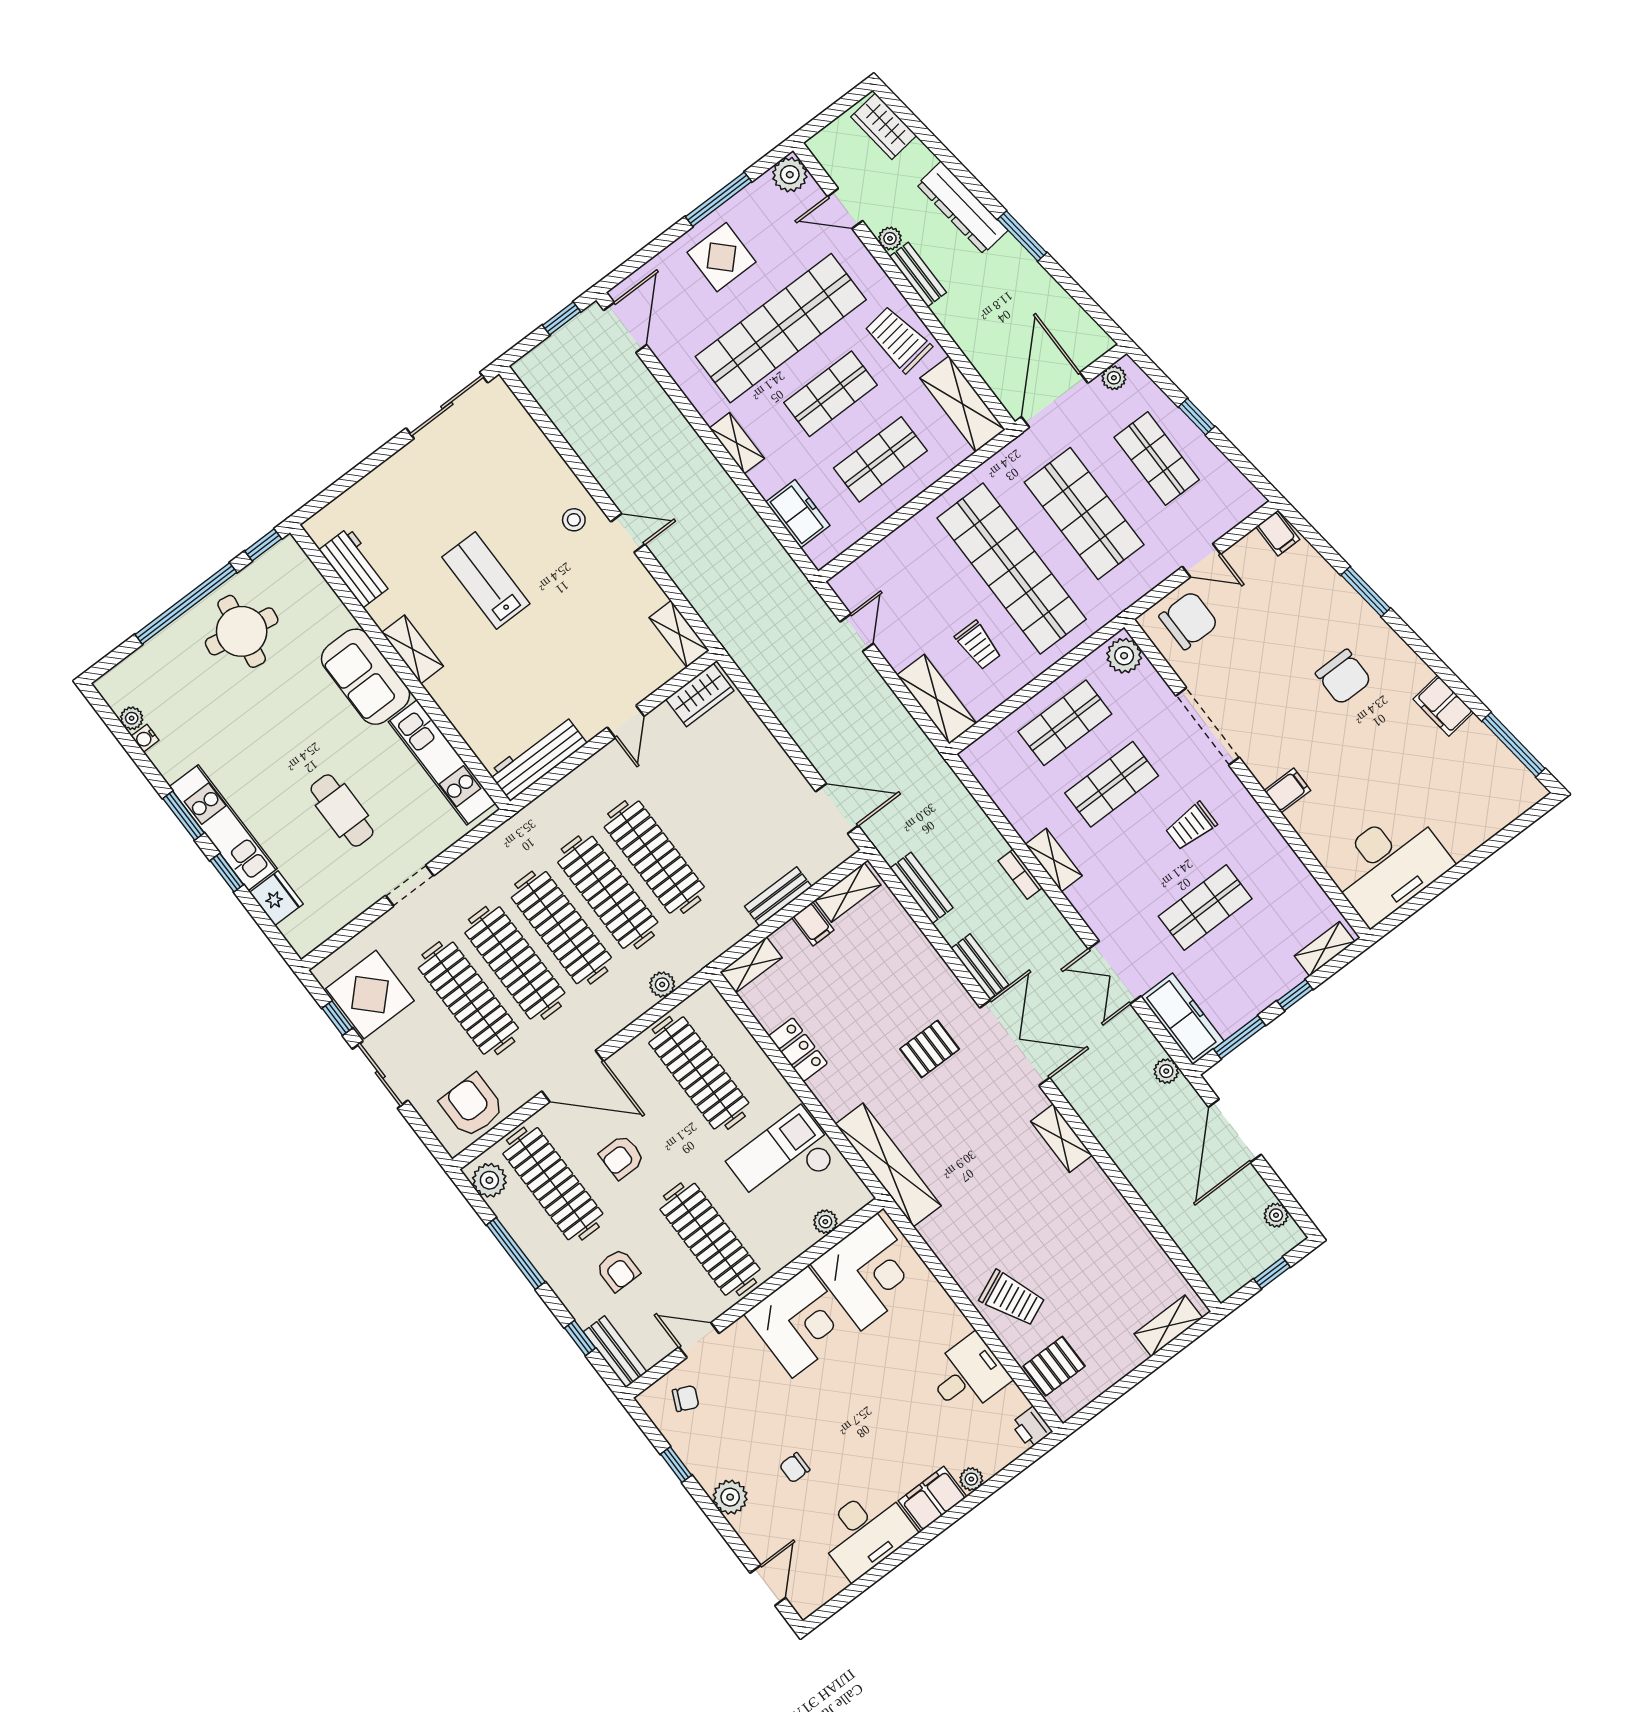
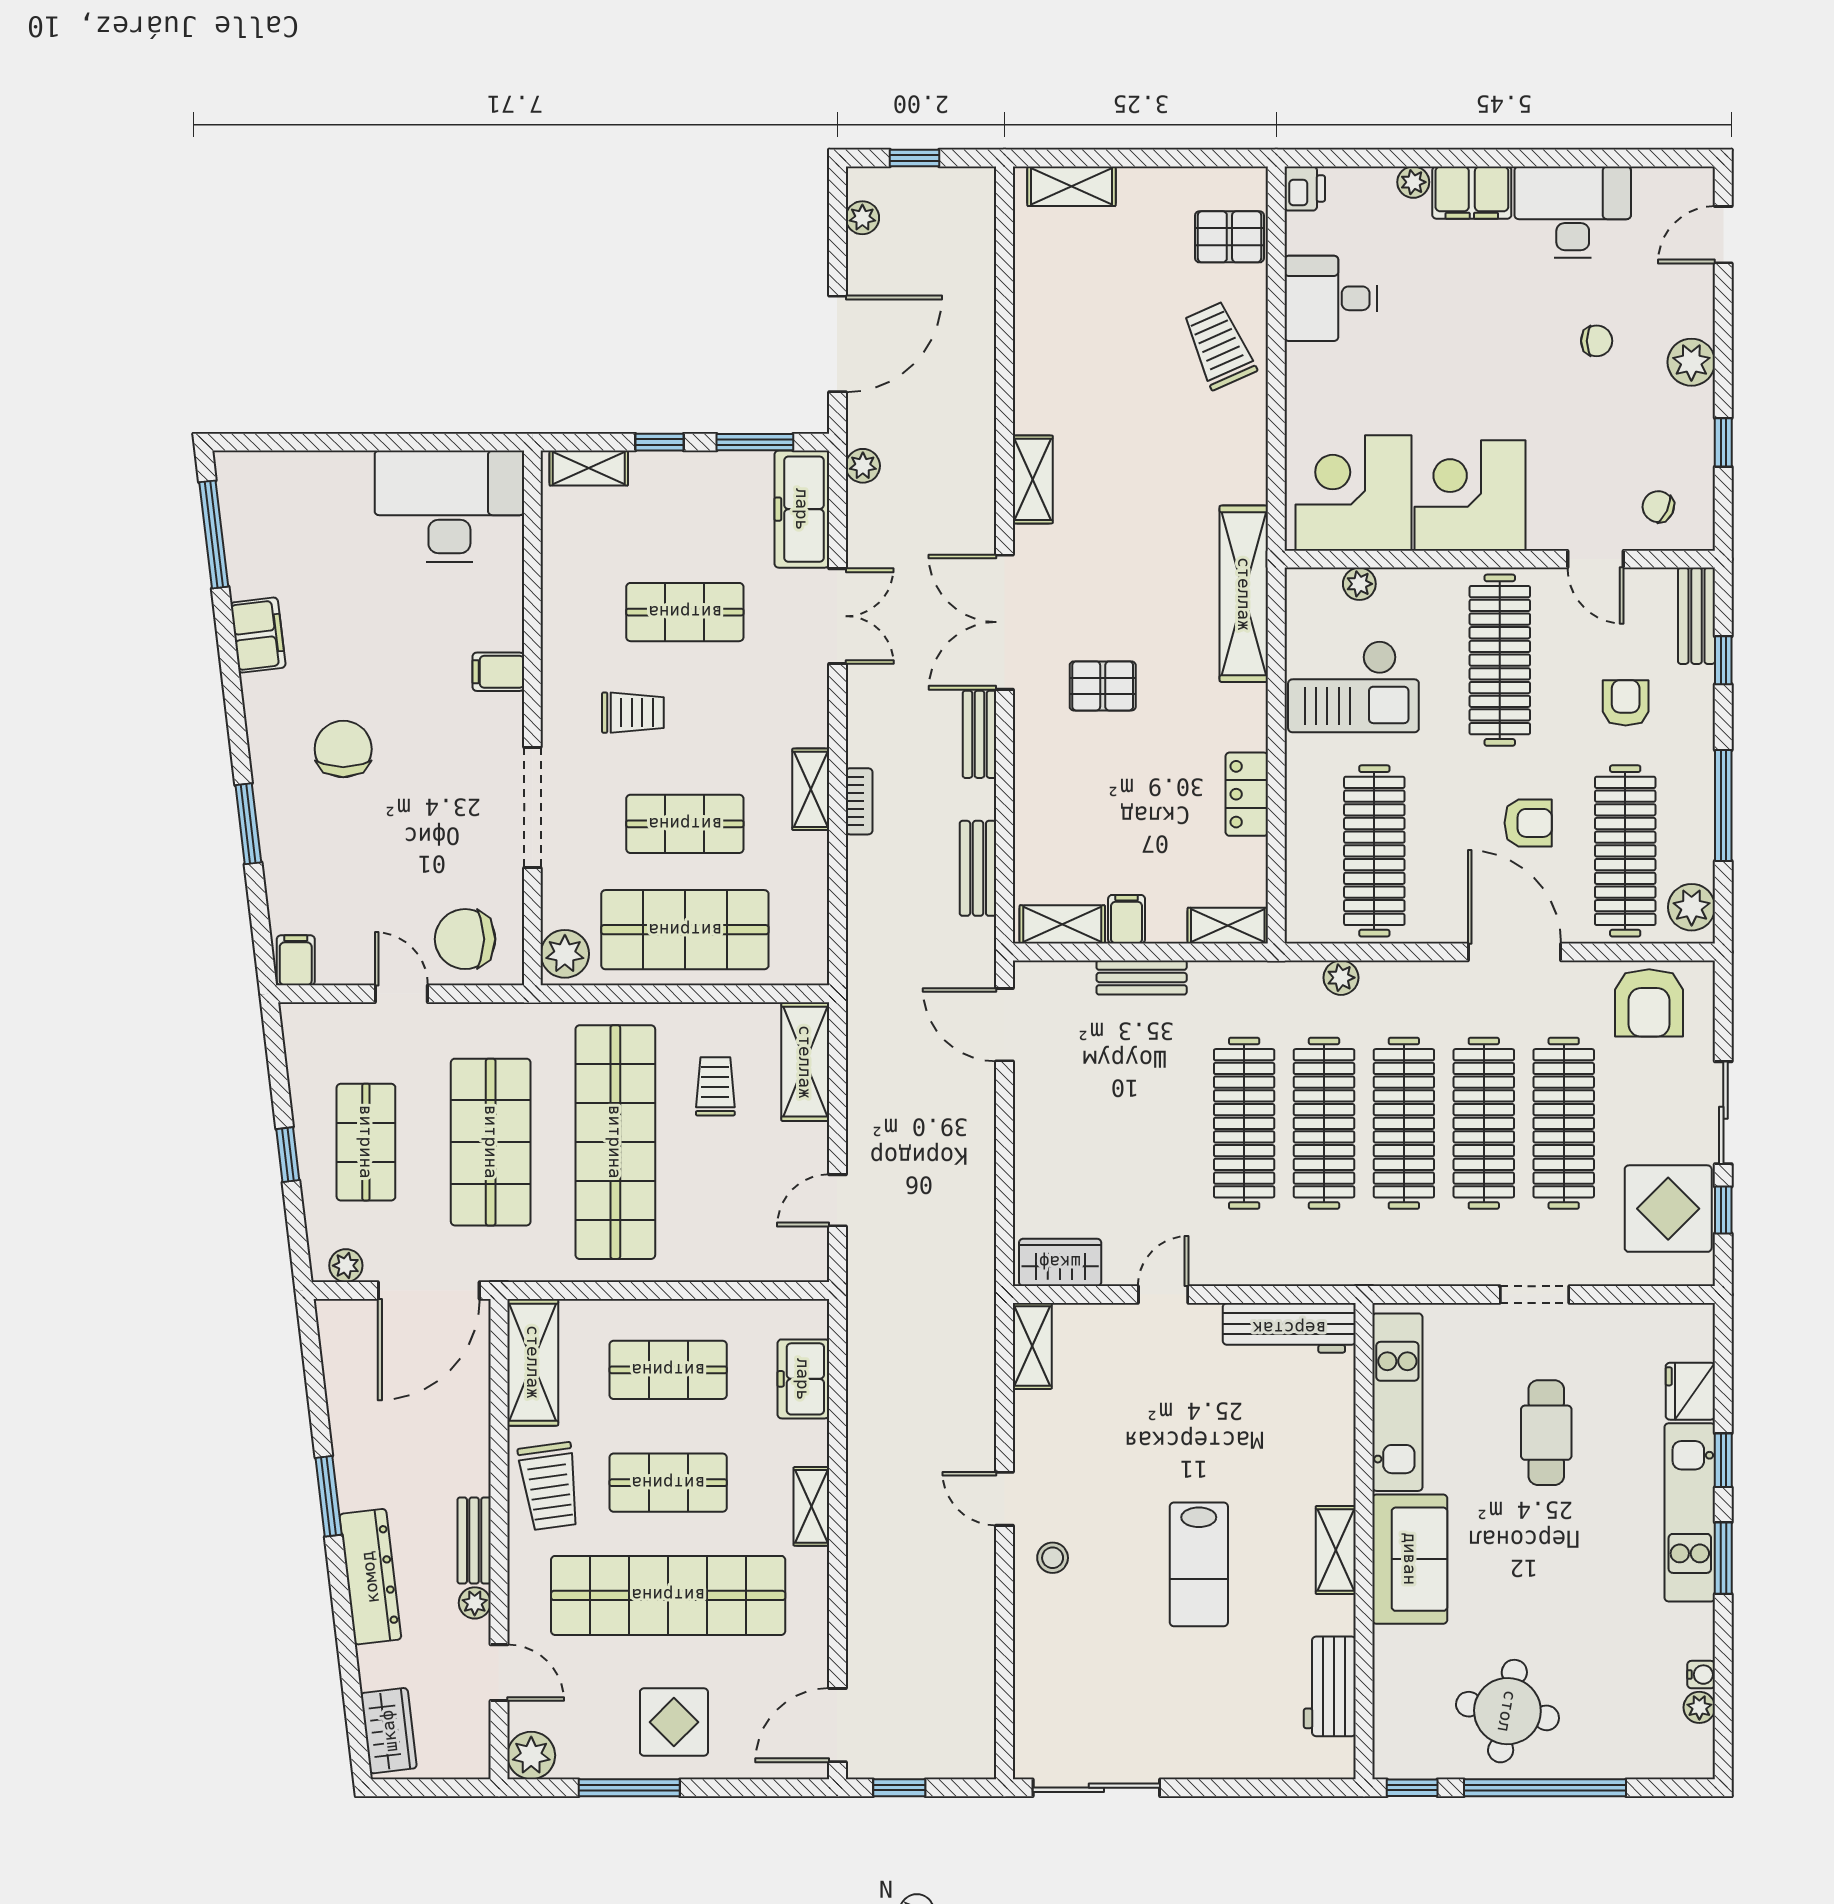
shop shelf: (1065, 723) -> (685, 930), width x1.43, depth x1.36

